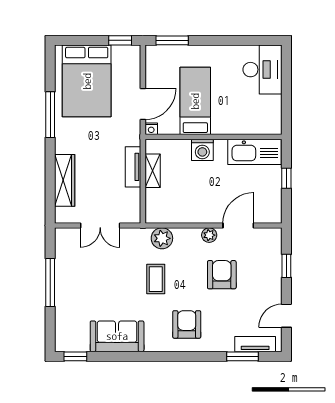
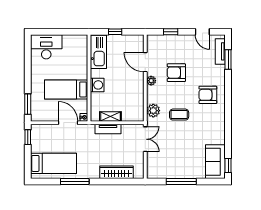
bed: (87, 81) -> (53, 163), width x0.67
double door: (100, 226) -> (145, 139), moved
sofa: (117, 336) -> (215, 162), moved

